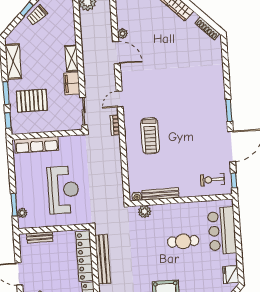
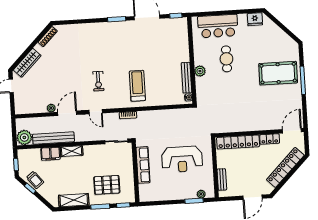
filing cabinet: (72, 84) -> (51, 154), moved
door: (120, 99) -> (96, 112), moved
pallet: (32, 101) -> (107, 185), turned 90
treadmill: (150, 136) -> (137, 86), turned -90
row of seats: (37, 145) -> (143, 165), moved
exercise bike: (212, 180) -> (98, 81), moved
reception desk: (63, 190) -> (182, 159), turned 180
plant: (145, 212) -> (200, 71), moved
bench: (103, 259) -> (53, 138), moved

